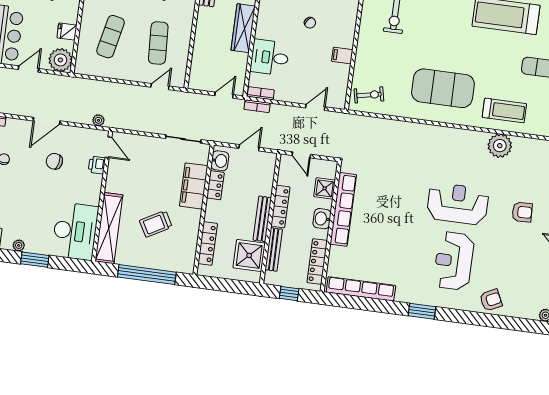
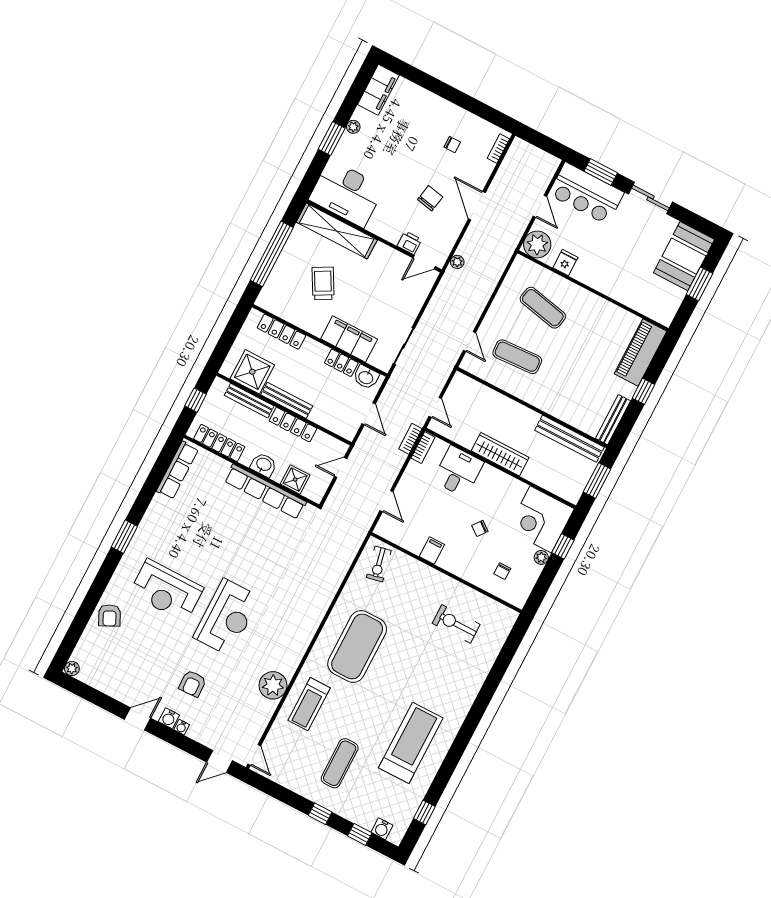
reception desk: (454, 261) -> (166, 591), turned 180
row of seats: (361, 289) -> (177, 470), width x0.73

